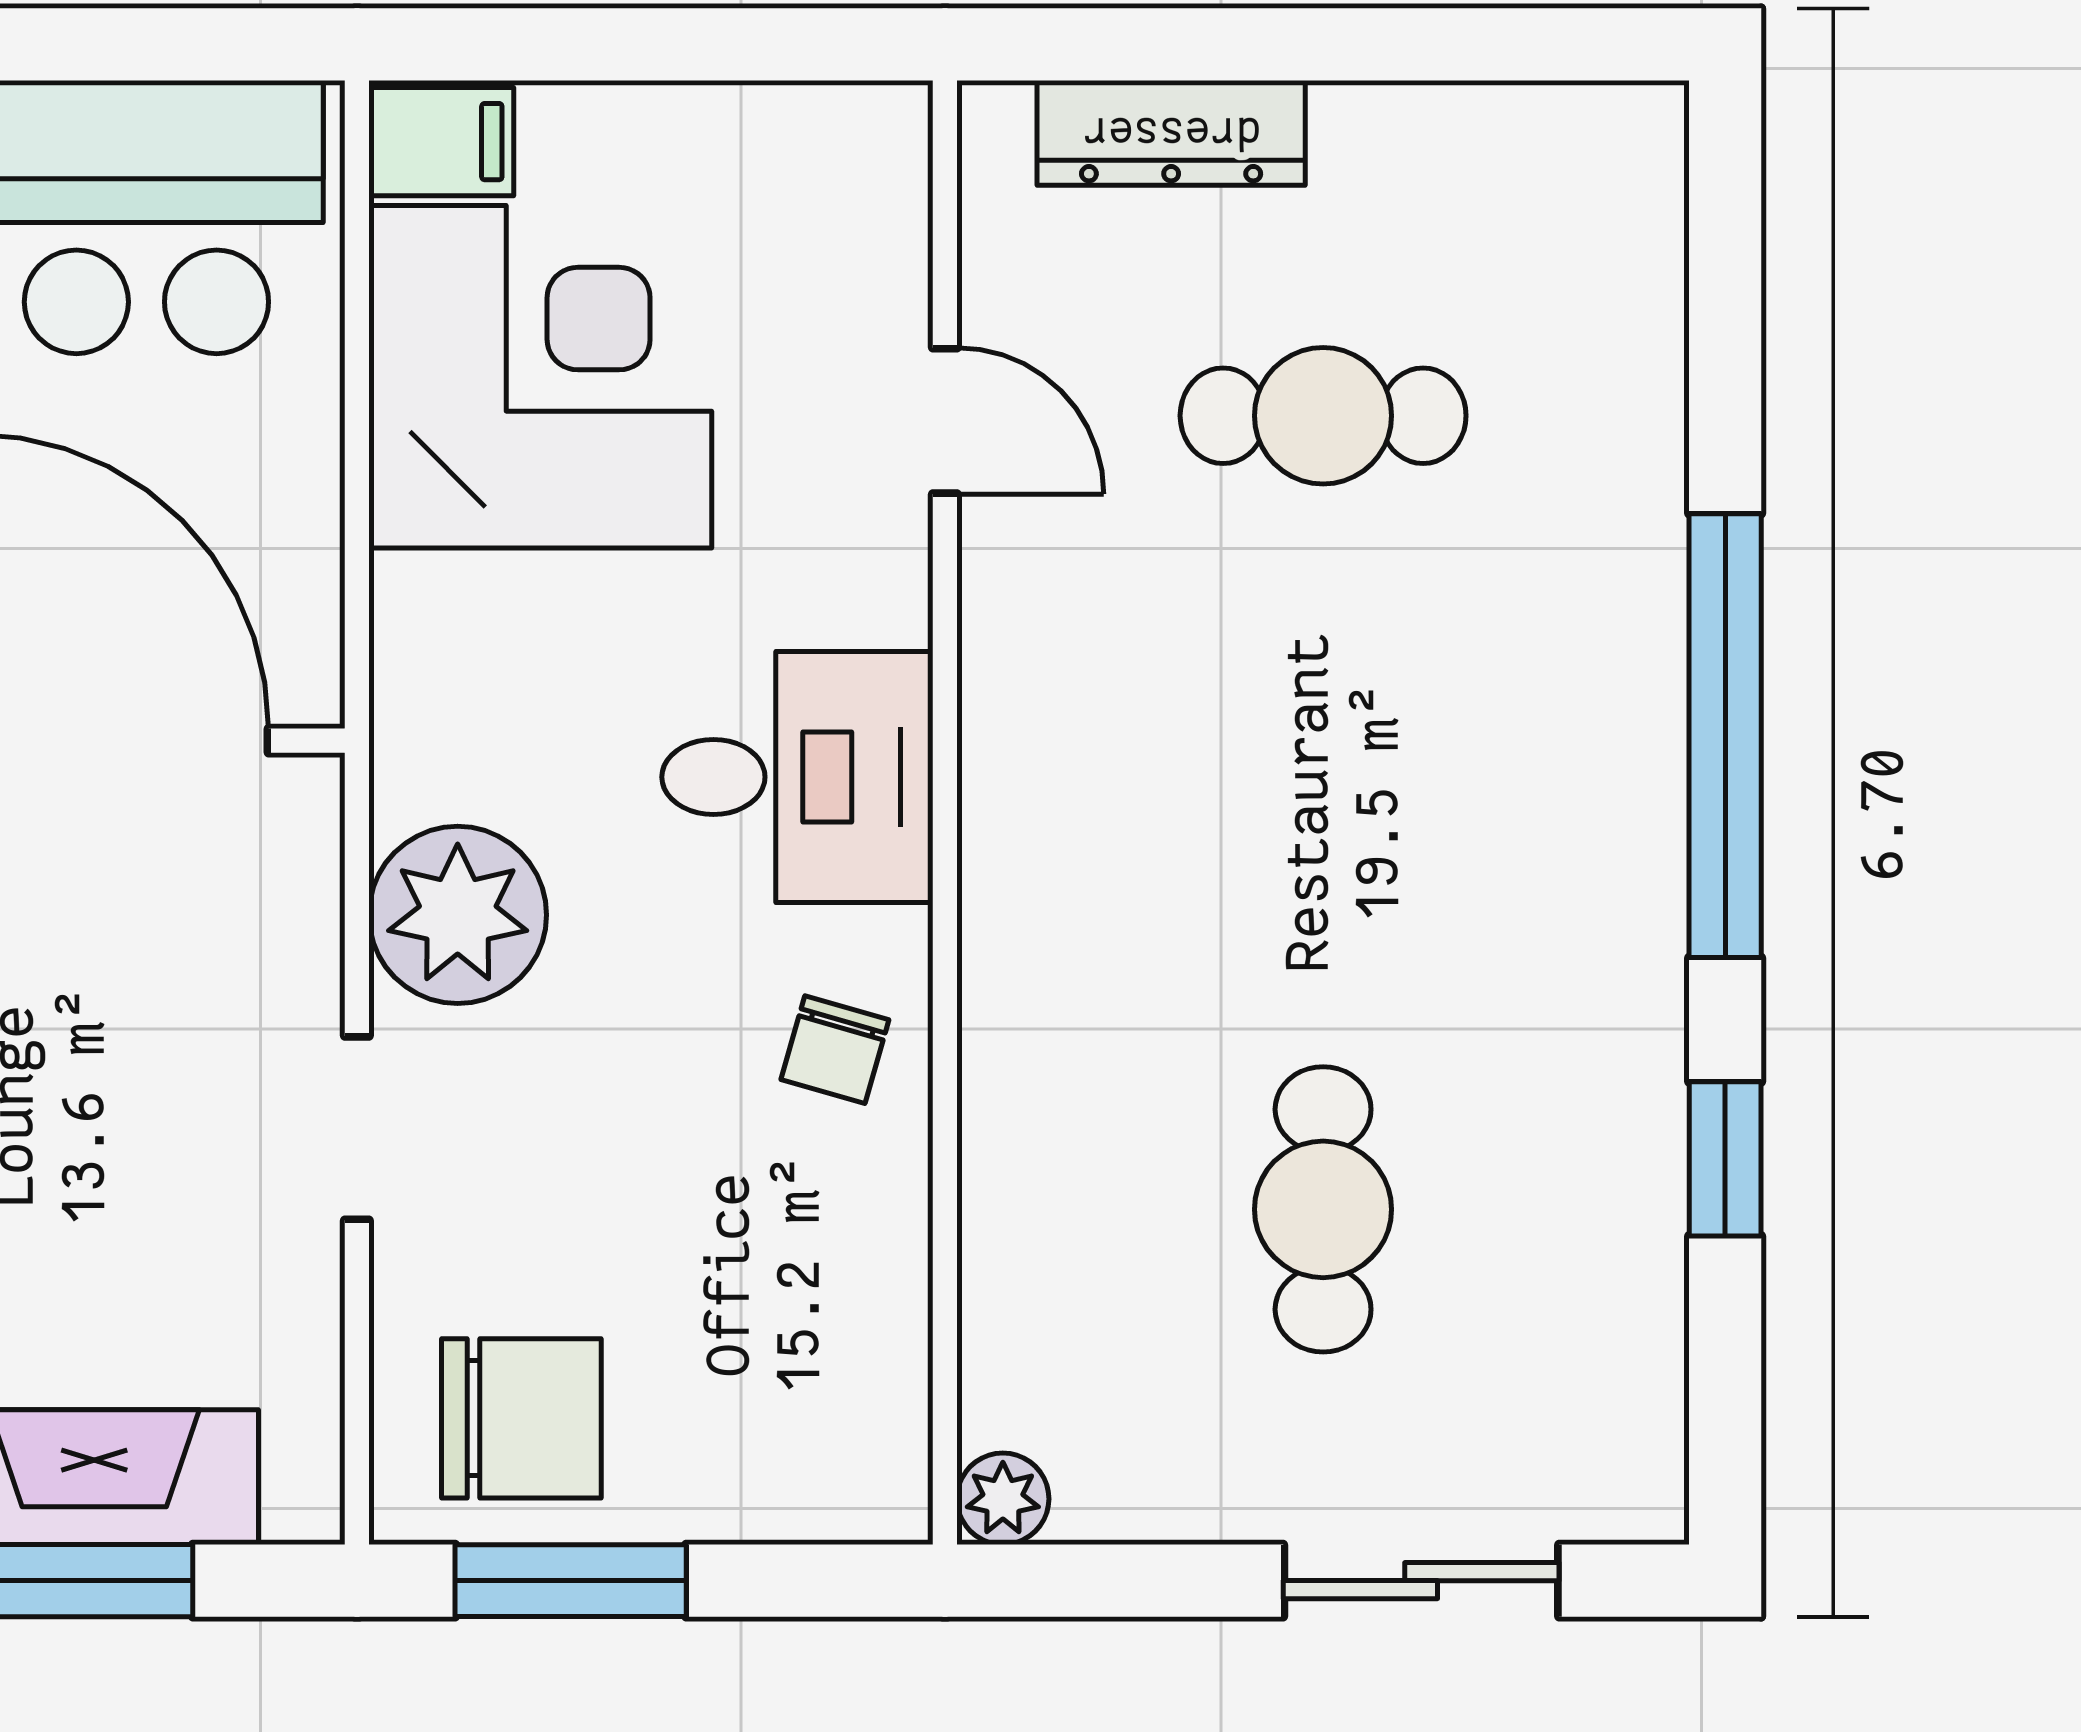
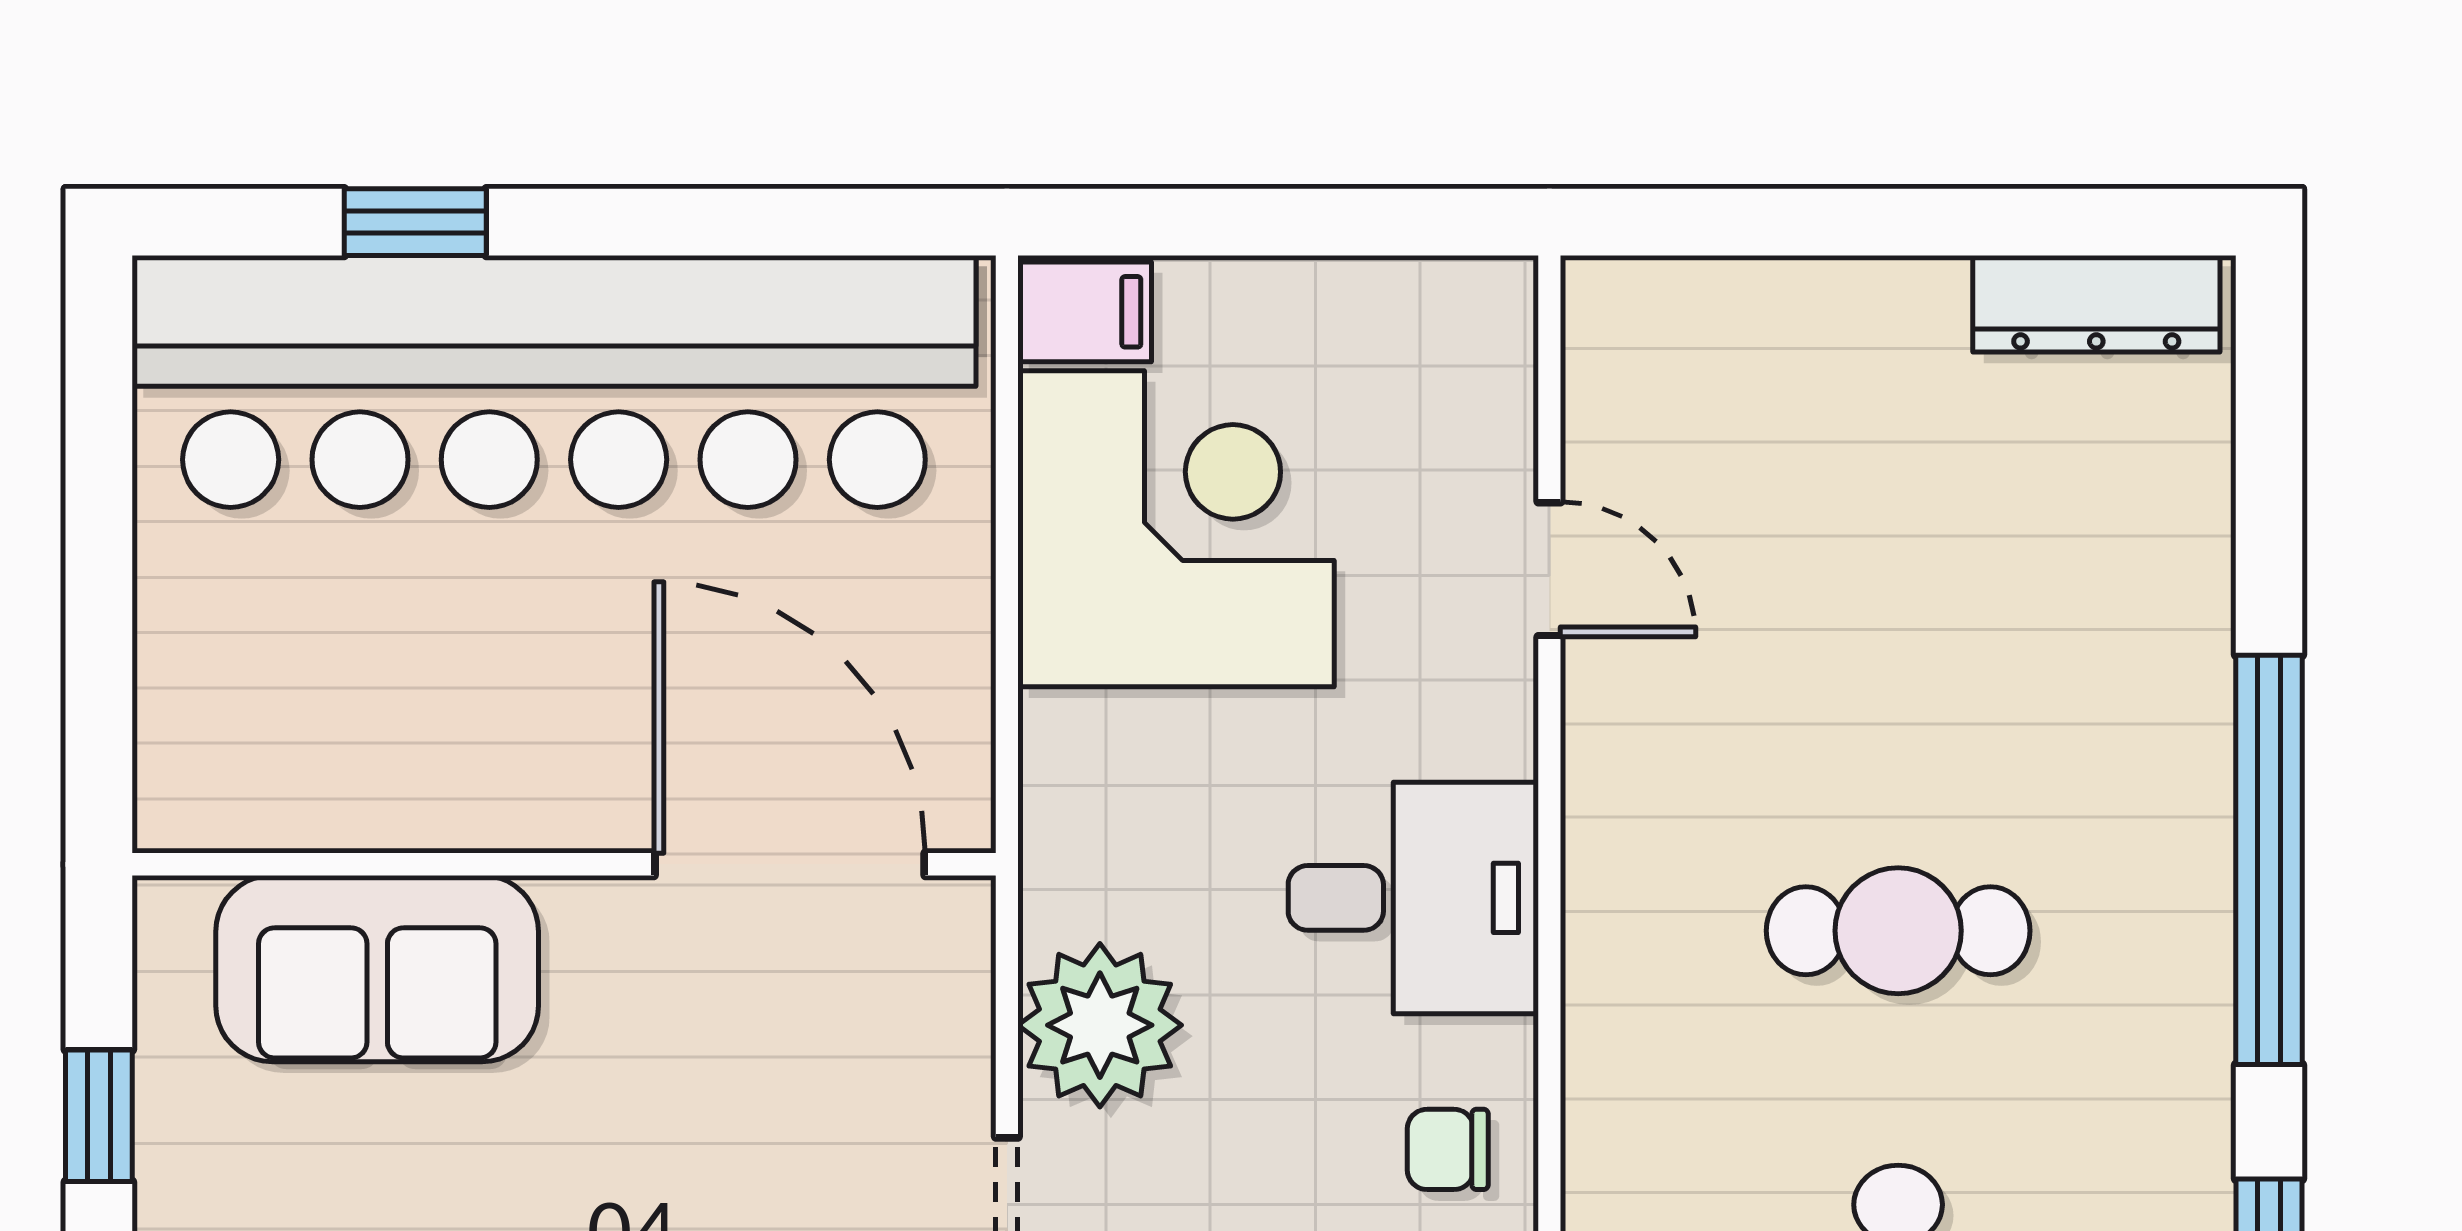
dresser: (1171, 133) -> (2096, 304), moved
cafe table: (1323, 416) -> (1898, 931), moved
chair: (835, 1050) -> (1448, 1149), turned 74

